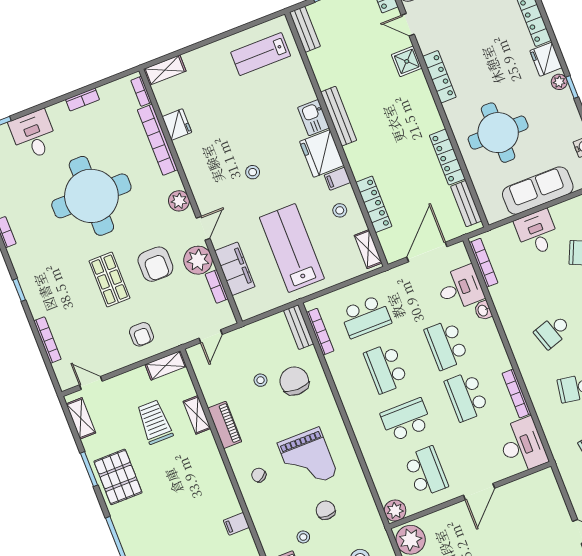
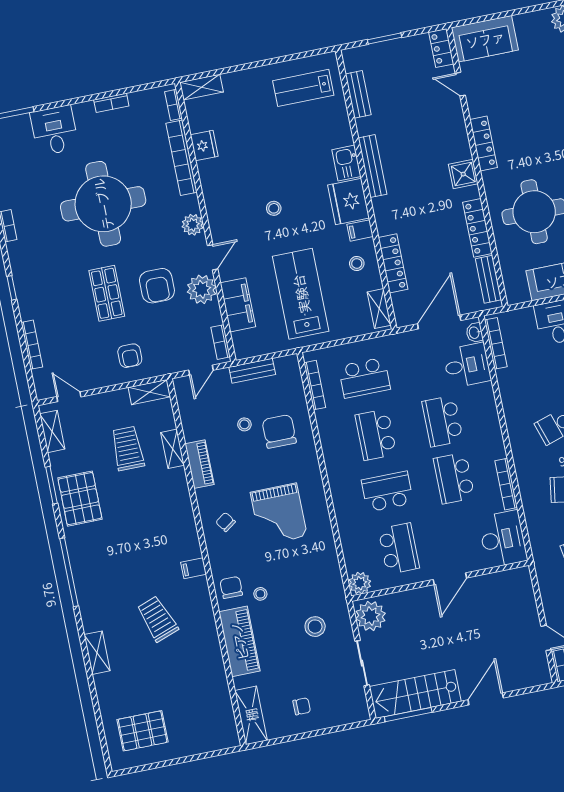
bench: (305, 29) -> (358, 94), moved
shower: (407, 61) -> (463, 174), moved
bookcase: (217, 287) -> (221, 342), moved
washbasin: (483, 310) -> (475, 333), moved
bench: (299, 327) -> (252, 371), moved, turned 90
chair: (326, 510) -> (231, 587), moved

